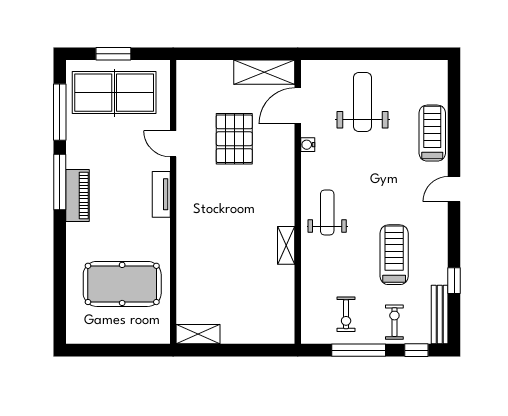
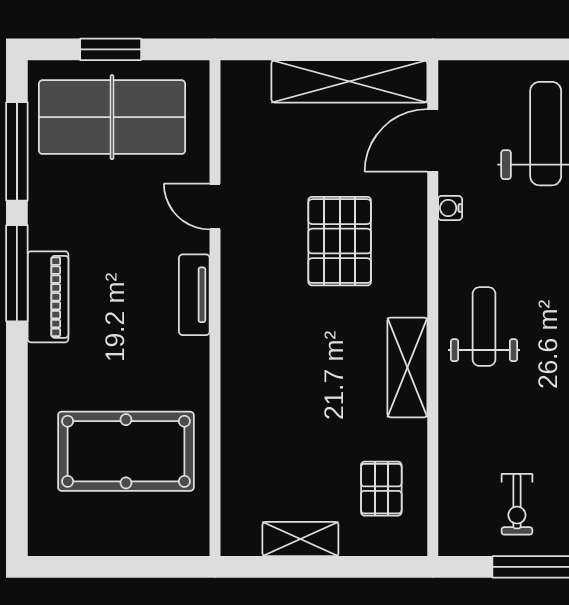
shelving: (264, 72) -> (349, 81), width x1.47
pallet: (234, 139) -> (340, 241), moved
shelving: (286, 245) -> (407, 367), width x1.50, depth x1.33
pallet: (268, 305) -> (381, 489), added
shelving: (198, 334) -> (300, 539), moved

